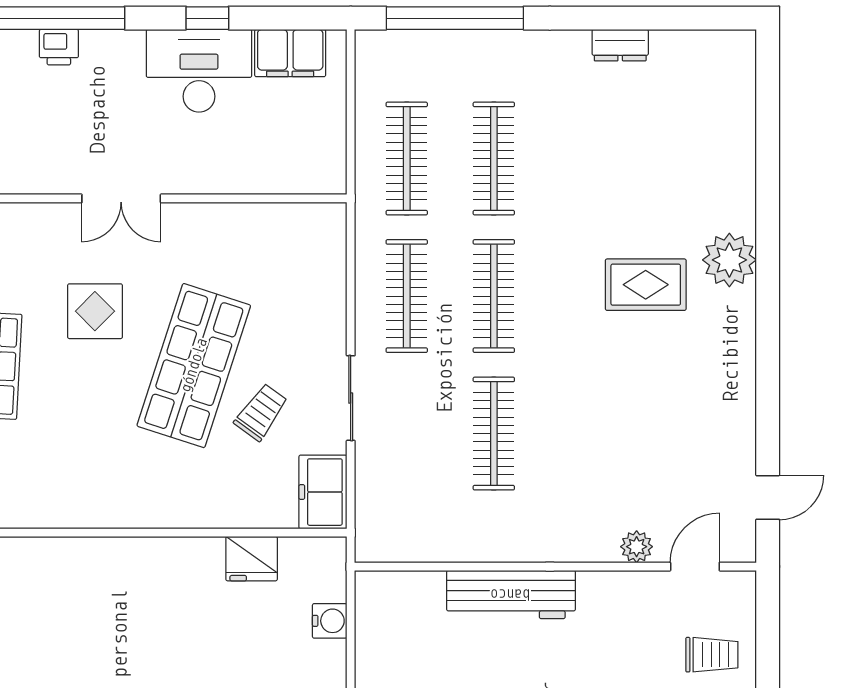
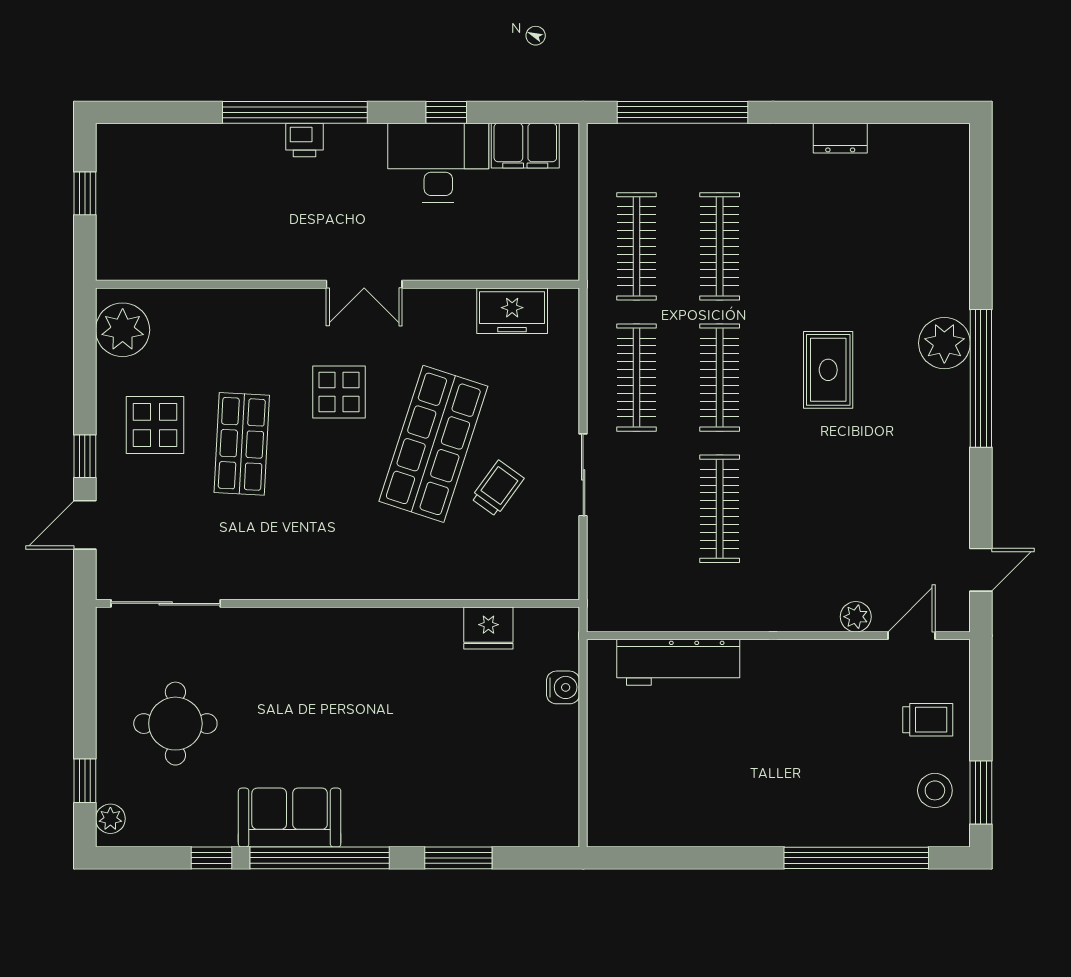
rug: (646, 285) -> (828, 370), moved, turned 90
window: (768, 297) -> (981, 378), added
freezer: (323, 492) -> (512, 311), moved, turned -90
workbench: (511, 594) -> (678, 662), moved

